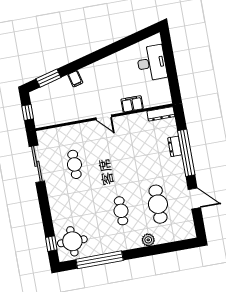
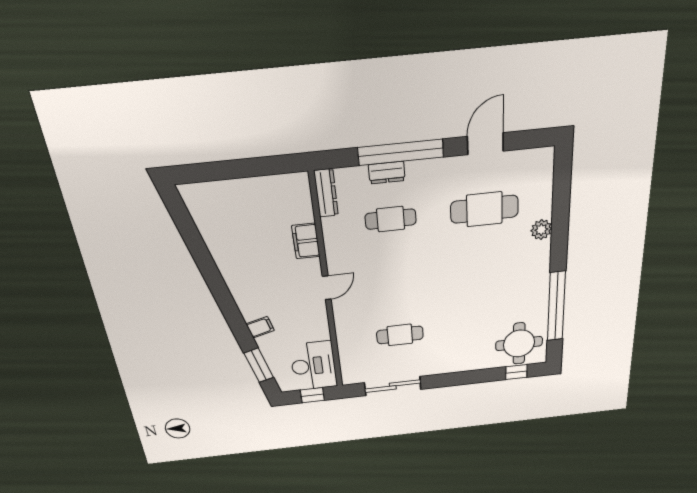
desk: (152, 63) -> (314, 366), moved, turned 90
cafe table: (121, 211) -> (391, 219), moved

